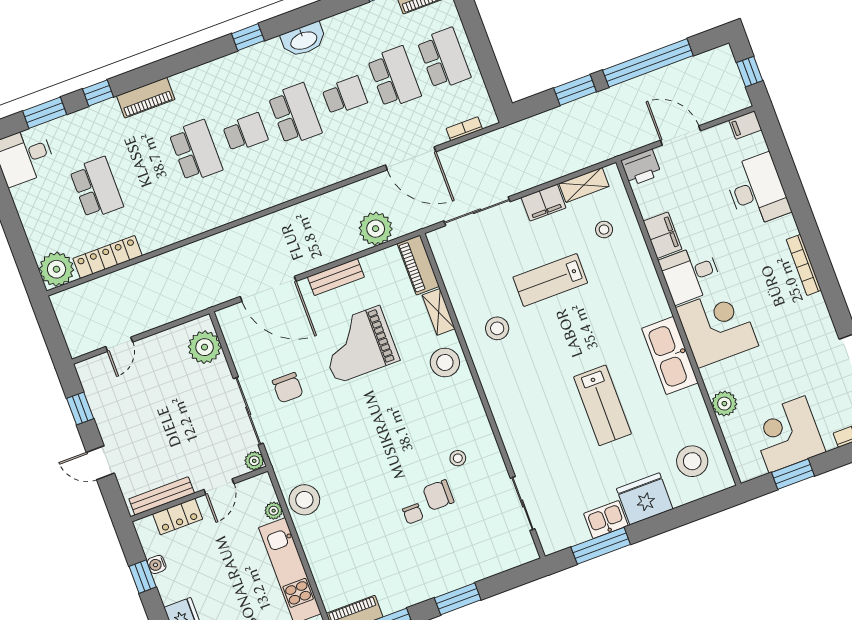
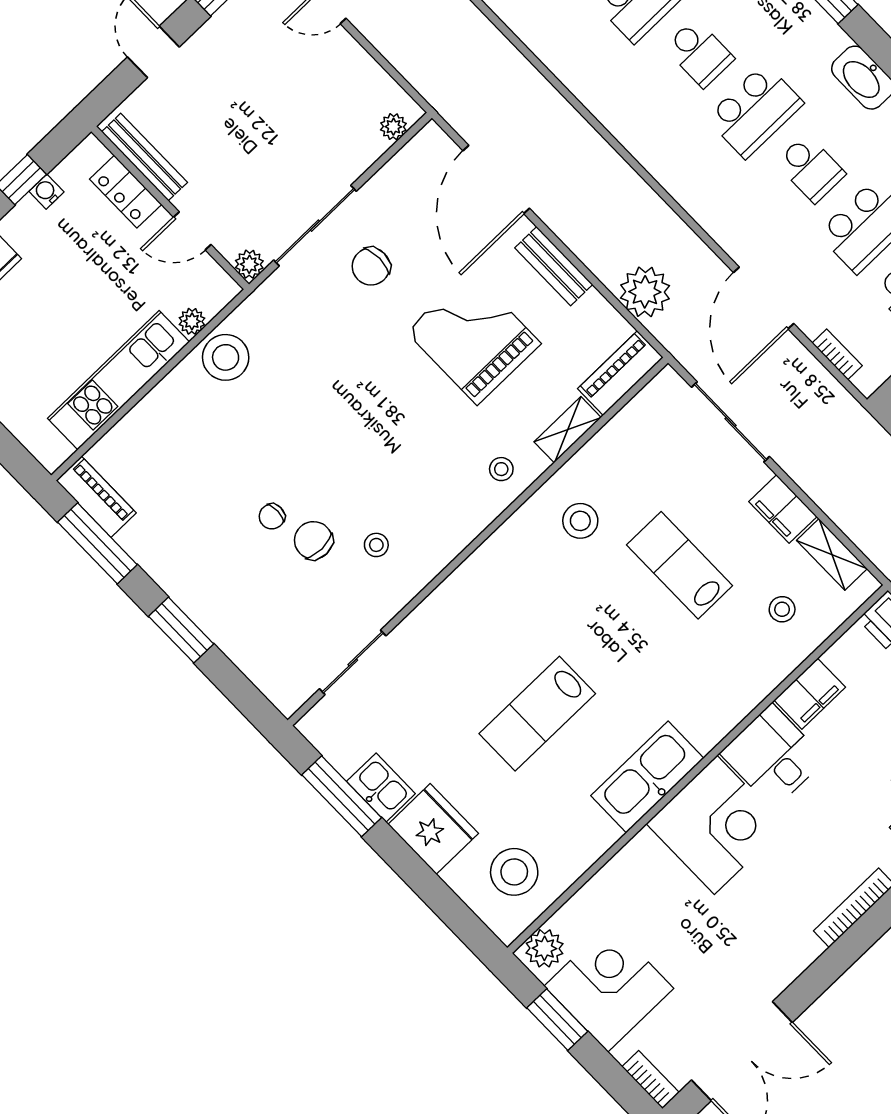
plant: (205, 347) -> (393, 127), width x0.53, depth x0.53
stool: (445, 362) -> (501, 469), width x0.53, depth x0.53
plant: (724, 404) -> (544, 948), moved

